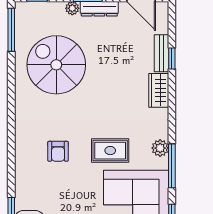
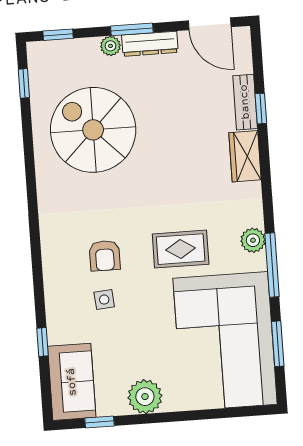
window: (11, 30) -> (24, 83), width x0.46
side table: (56, 181) -> (104, 300), added

